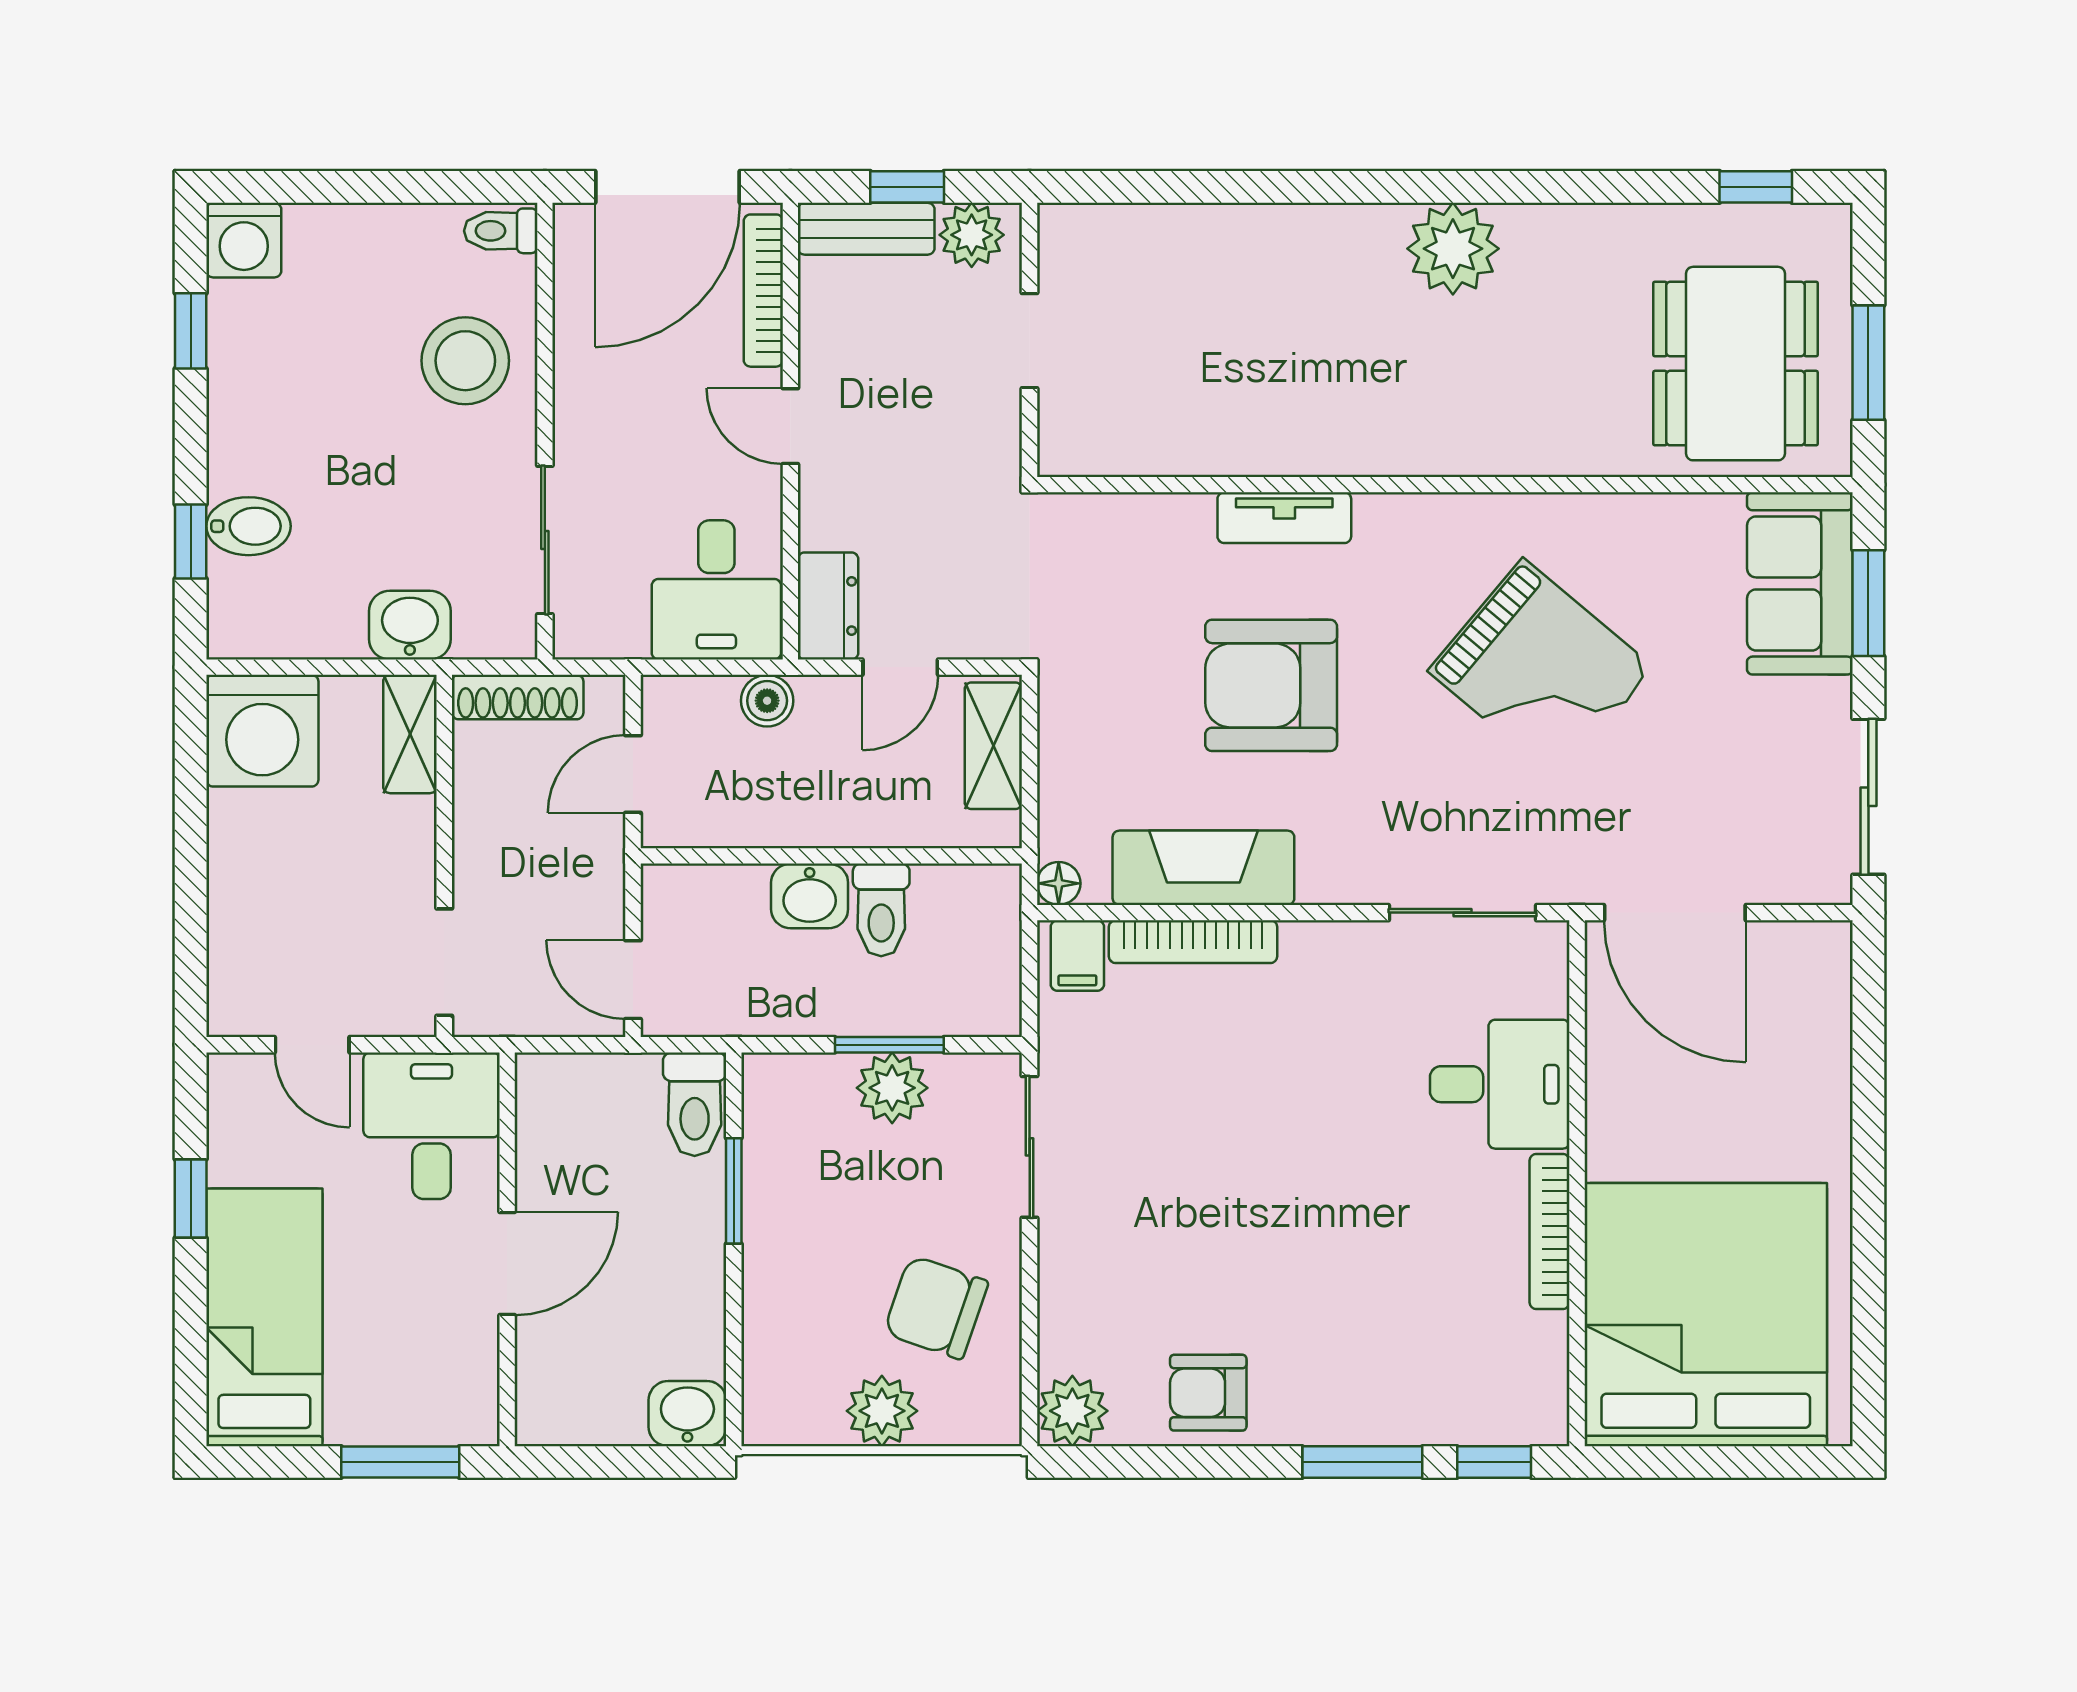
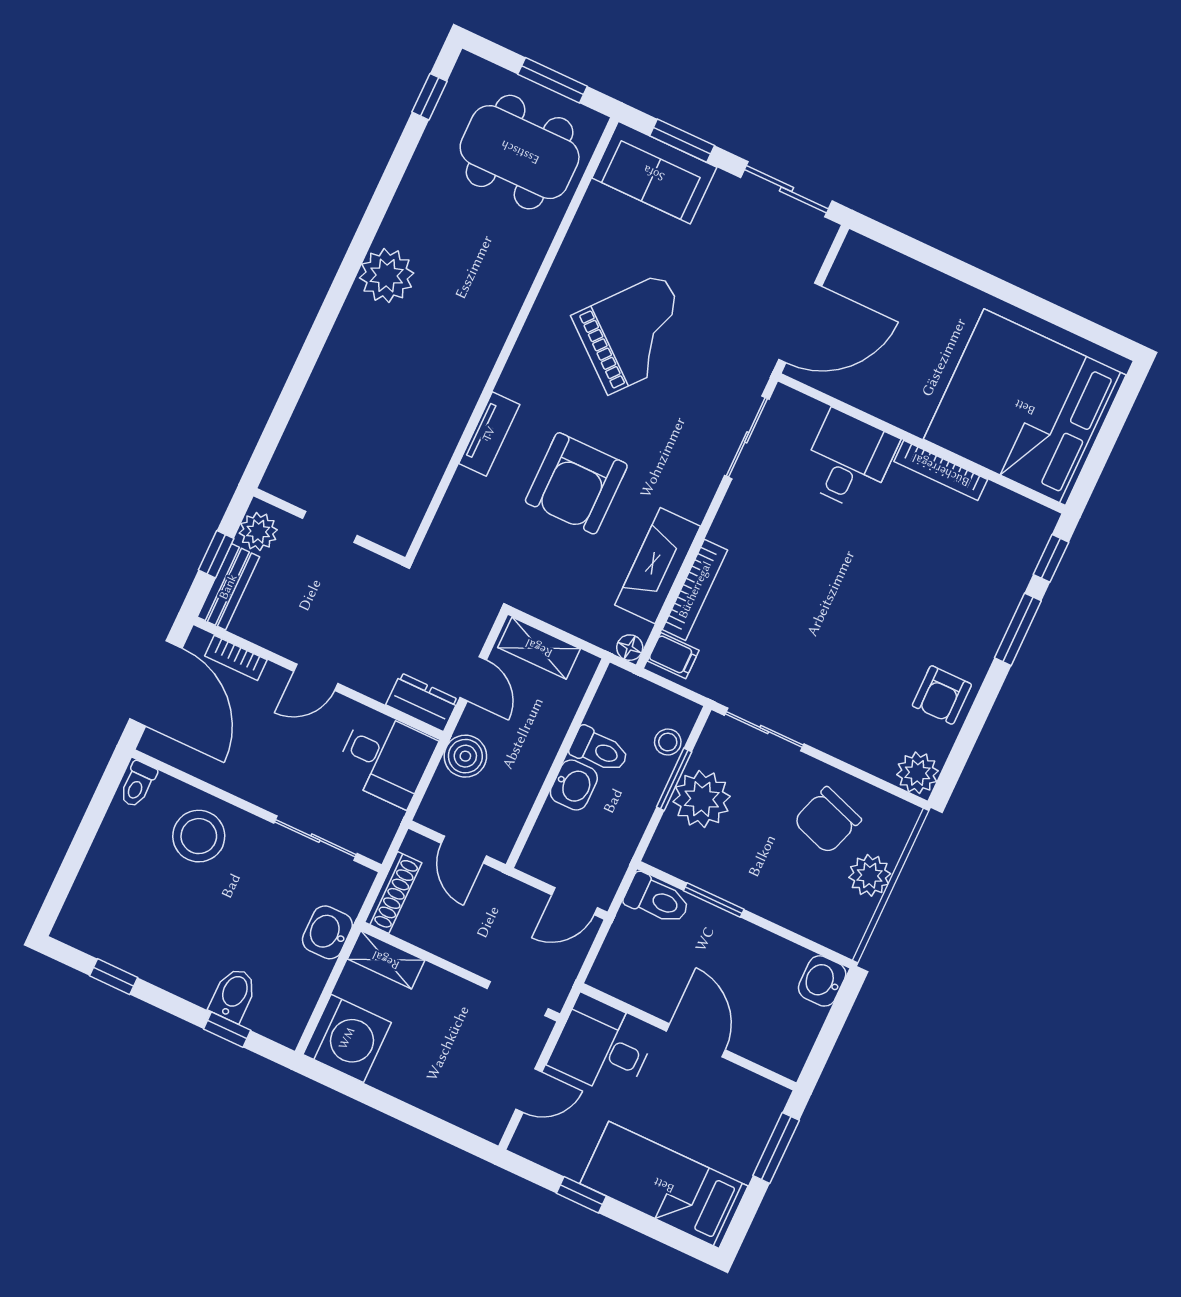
washing machine: (244, 240) -> (78, 925), removed
bookcase: (763, 291) -> (236, 658), width x0.64
boiler: (767, 701) -> (465, 756), width x1.36, depth x1.36
stool: (942, 1009) -> (668, 742), added
plant: (892, 1088) -> (702, 799), width x1.36, depth x1.36

